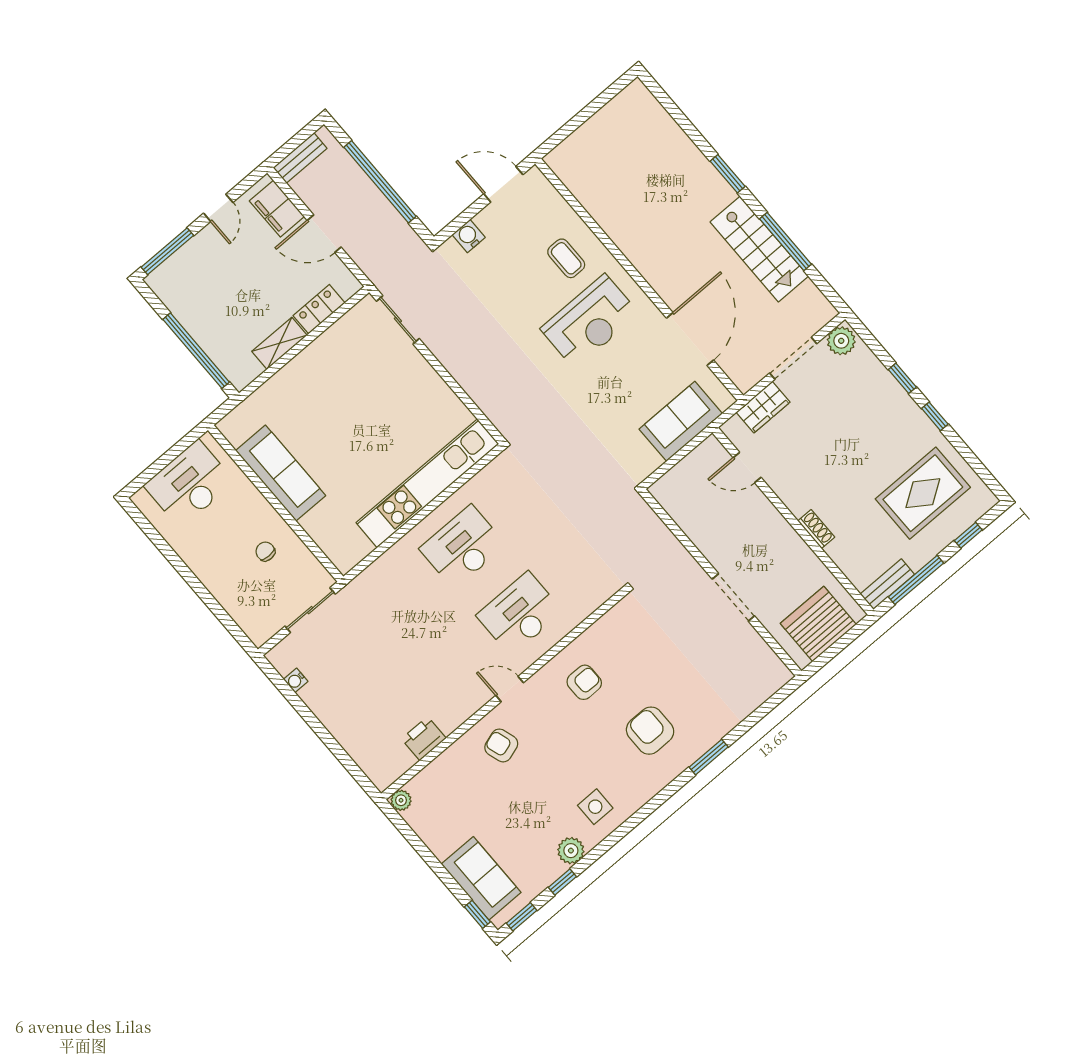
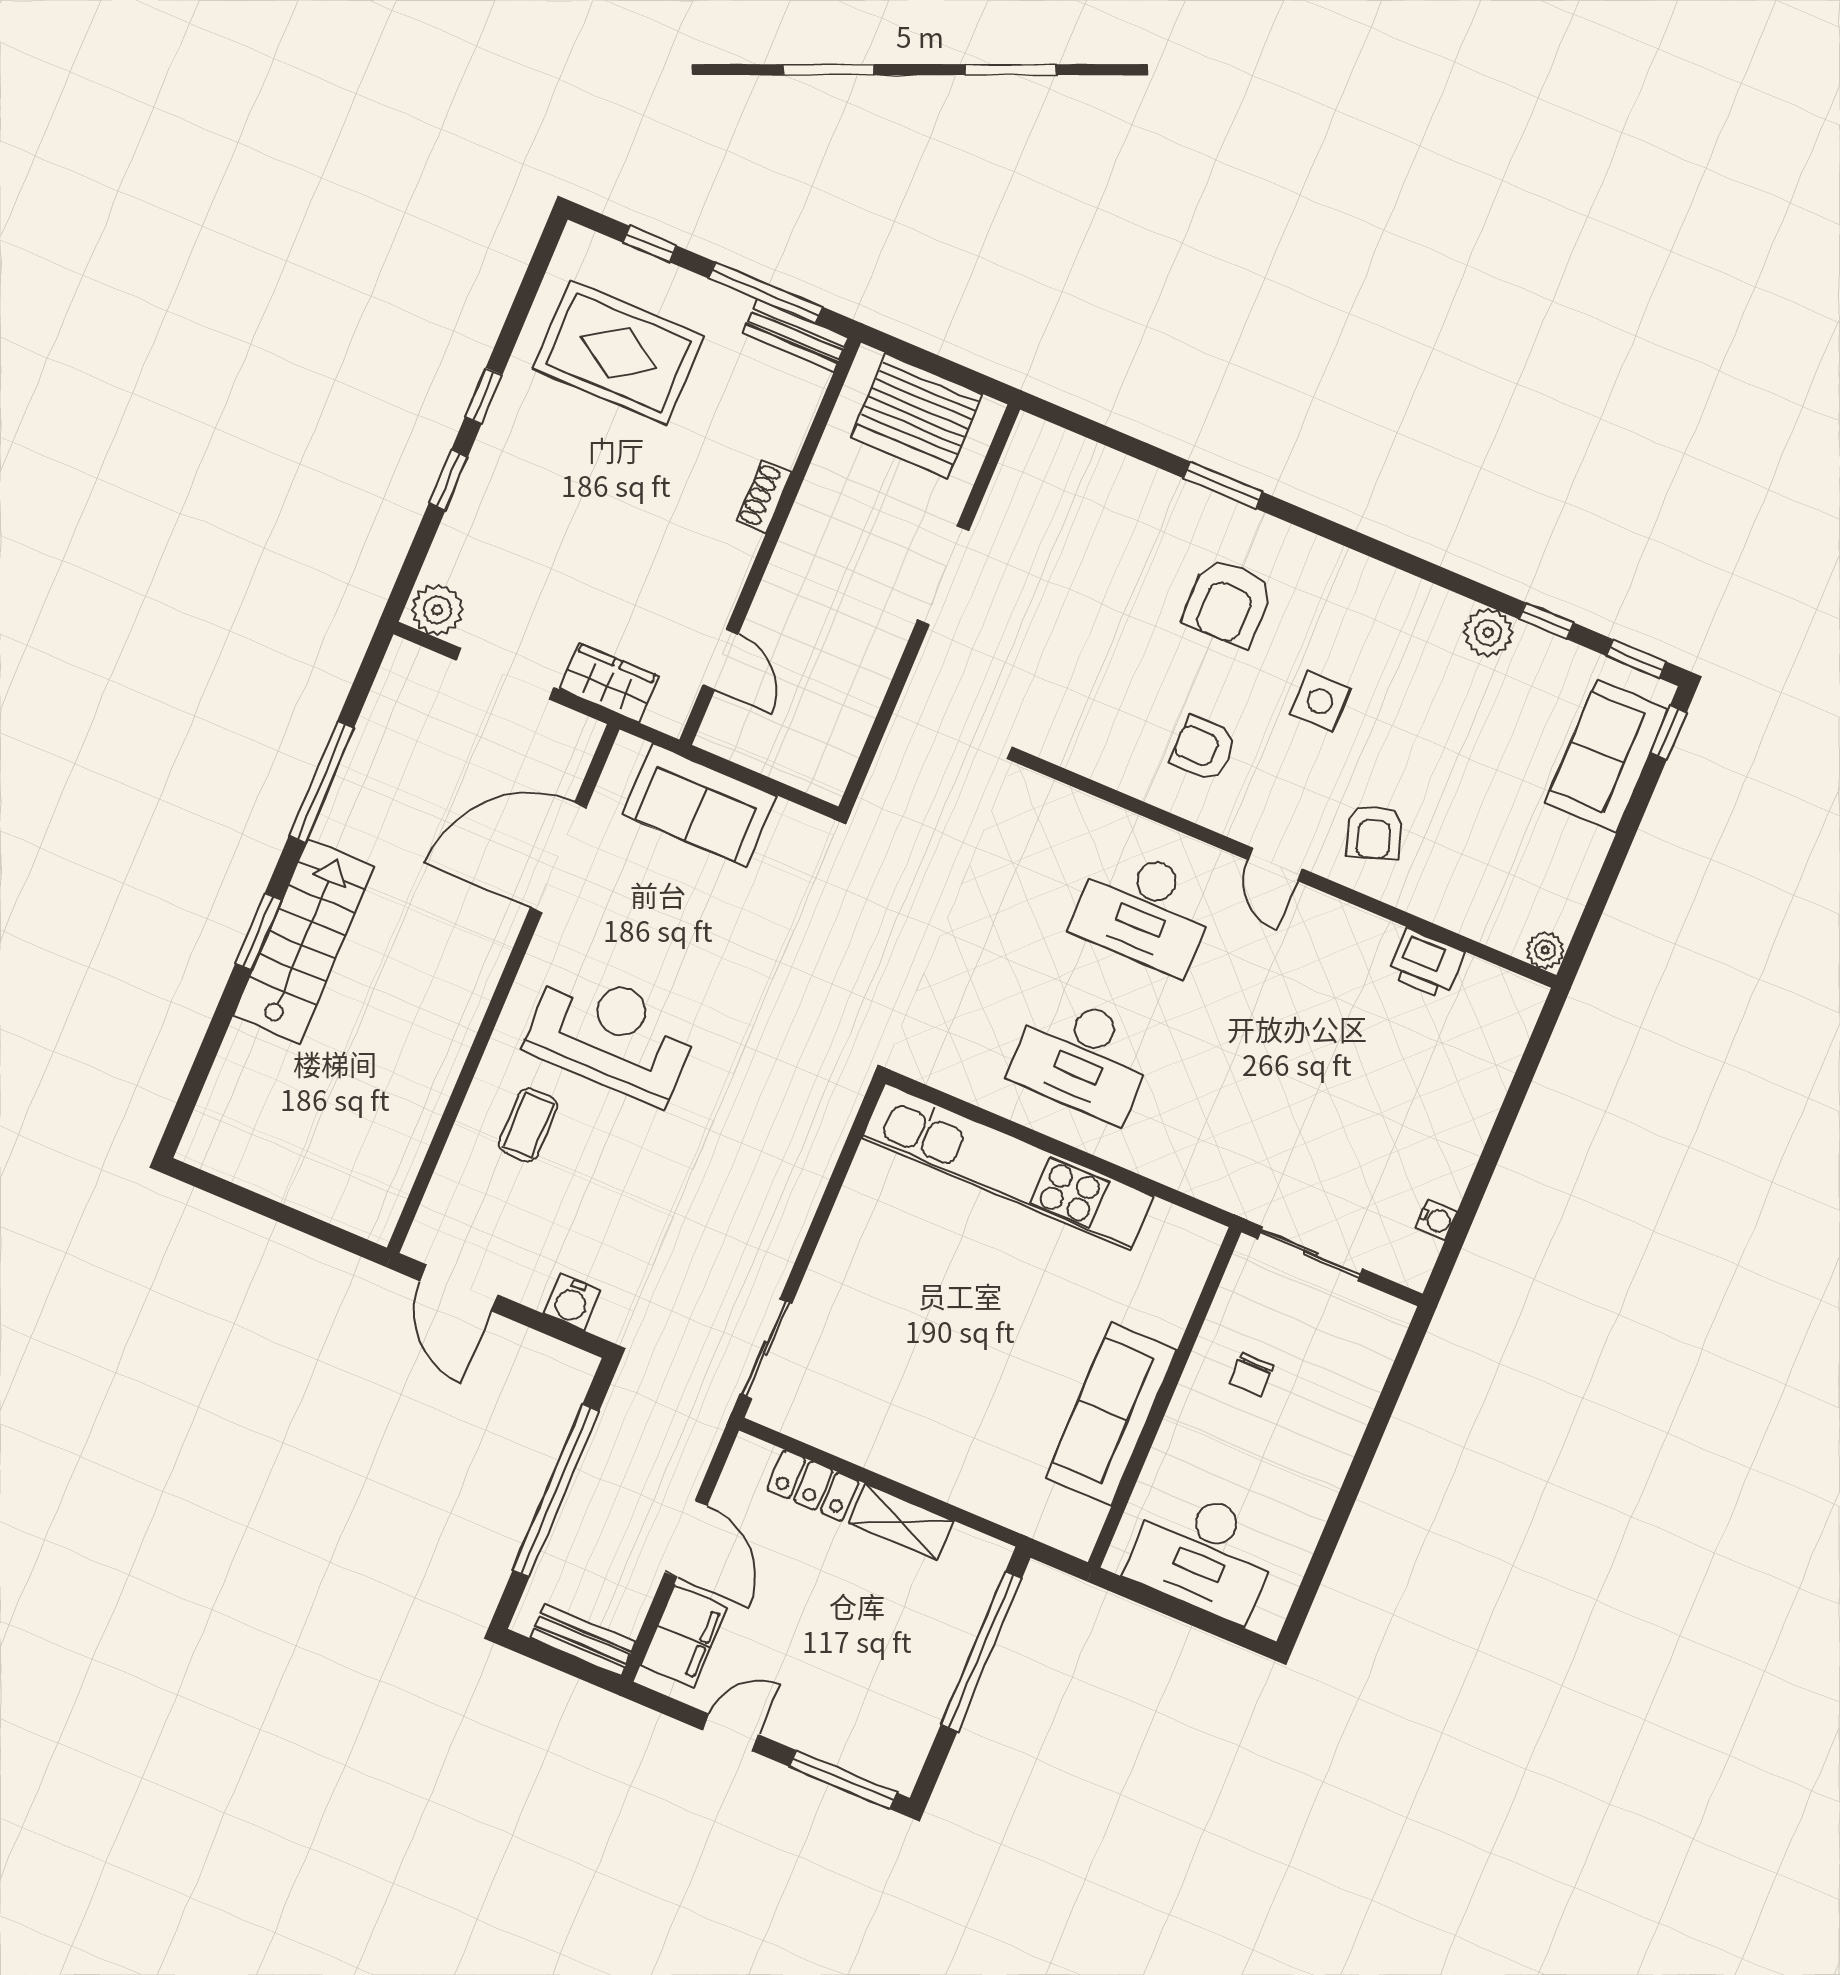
stairs: (759, 249) -> (304, 941), moved
side table: (595, 807) -> (1320, 701), moved

